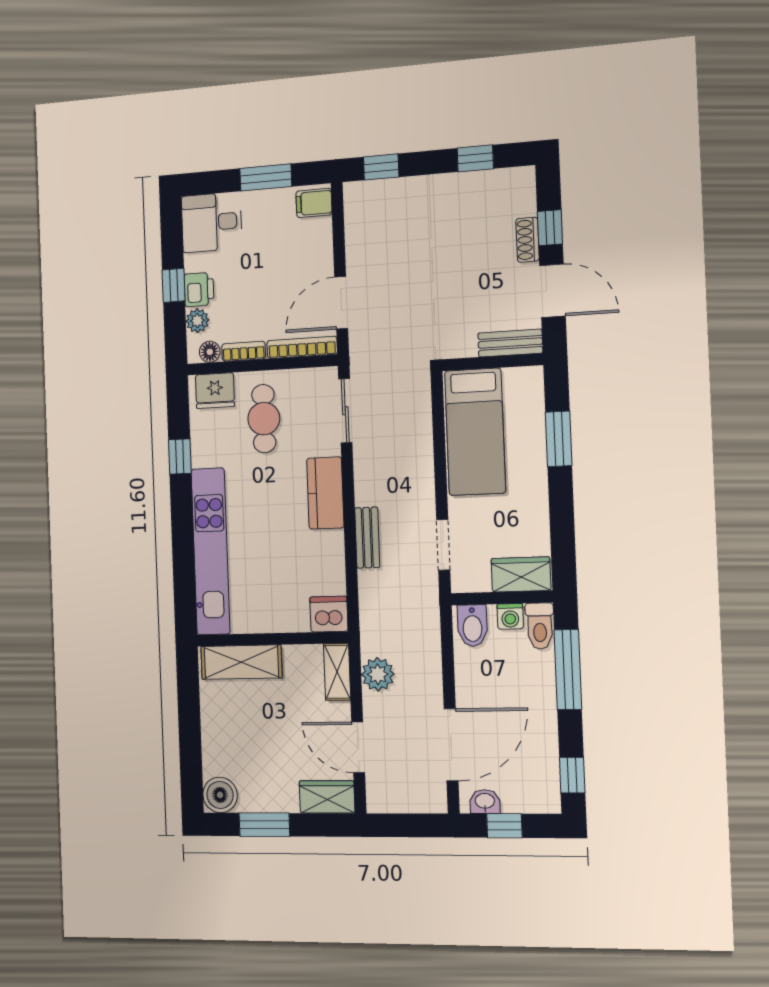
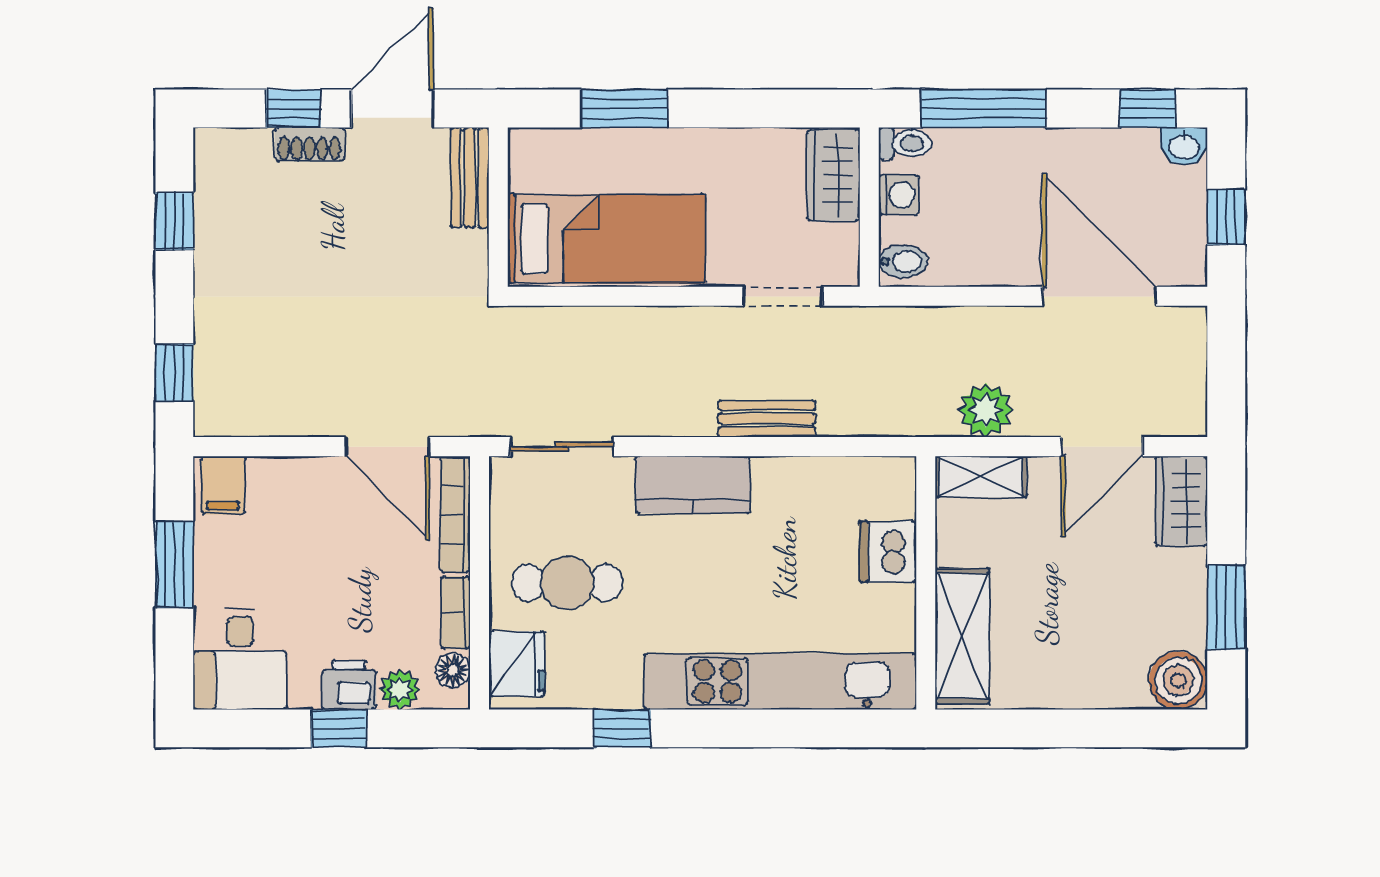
dishwasher: (329, 614) -> (888, 552), moved
bidet: (472, 626) -> (903, 261), width x0.72, depth x0.74
toilet: (540, 626) -> (905, 143), width x0.73, depth x0.72
washbasin: (485, 802) -> (1184, 146), moved, turned -90

